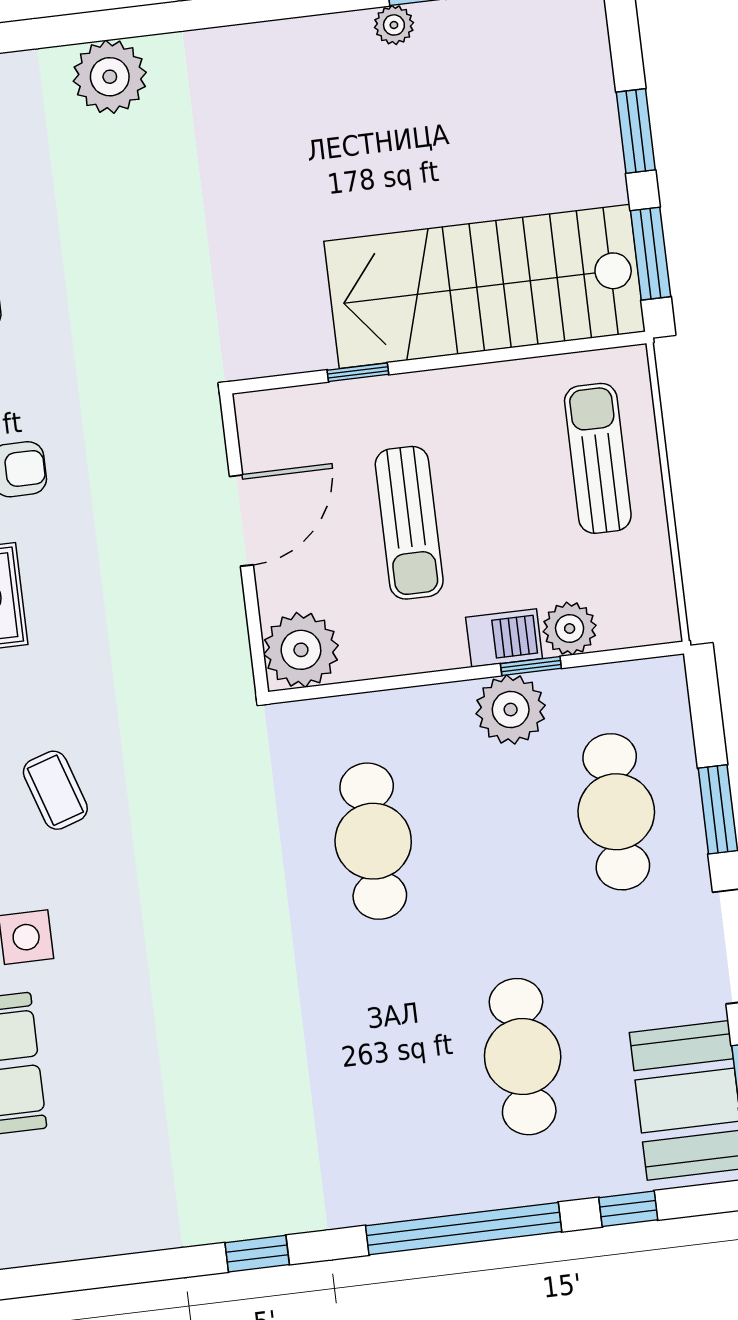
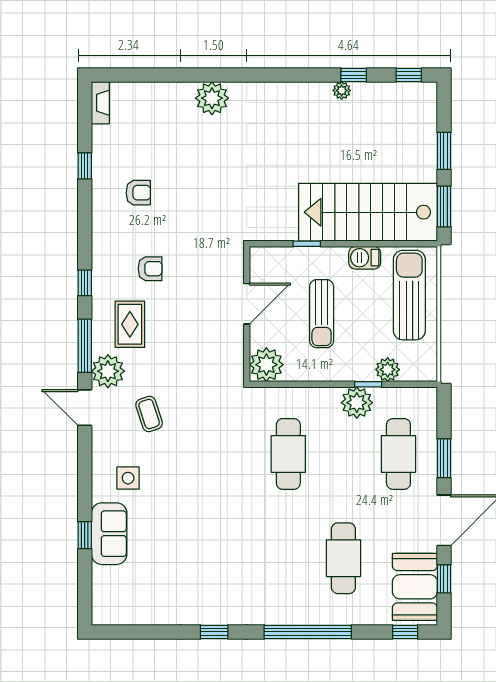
sun lounger: (598, 458) -> (409, 295), width x1.36, depth x1.34
barbecue: (504, 638) -> (365, 258), moved, turned 180
window: (628, 1209) -> (405, 632), moved

